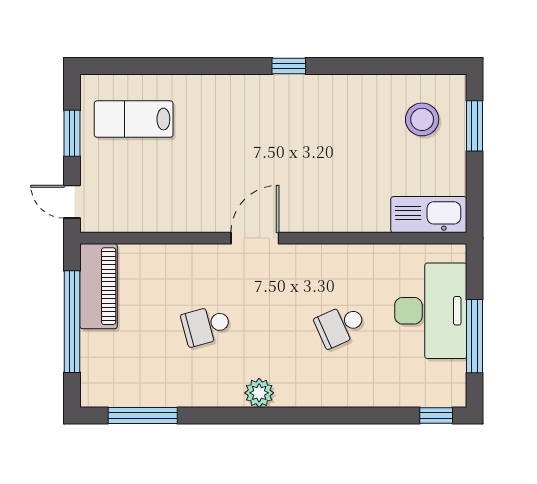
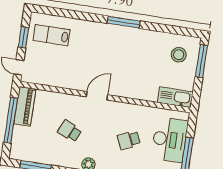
window: (289, 66) -> (124, 22), width x2.17
window: (475, 126) -> (201, 61), width x1.44
school desk: (206, 326) -> (70, 131), turned 39

